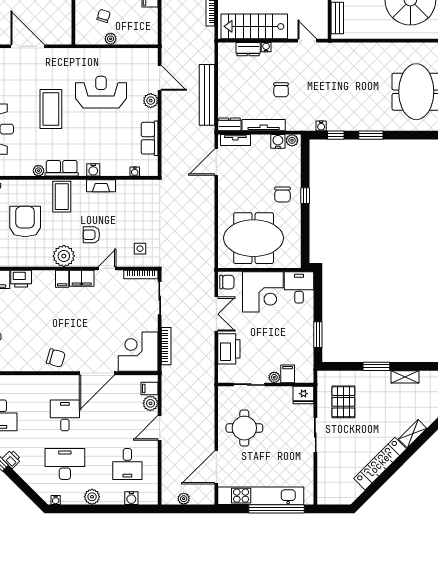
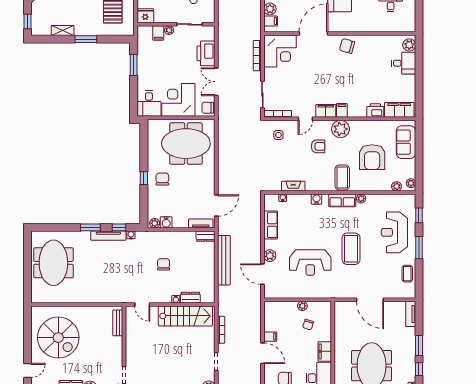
tv unit: (264, 125) -> (108, 236), moved
fireplace: (101, 186) -> (293, 186), moved

